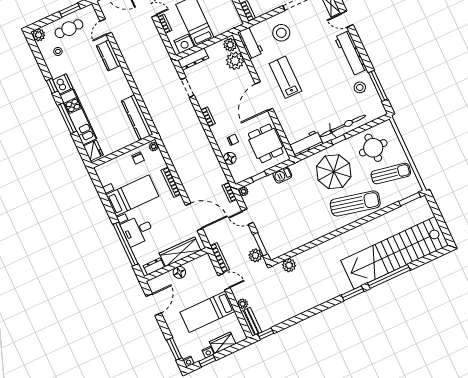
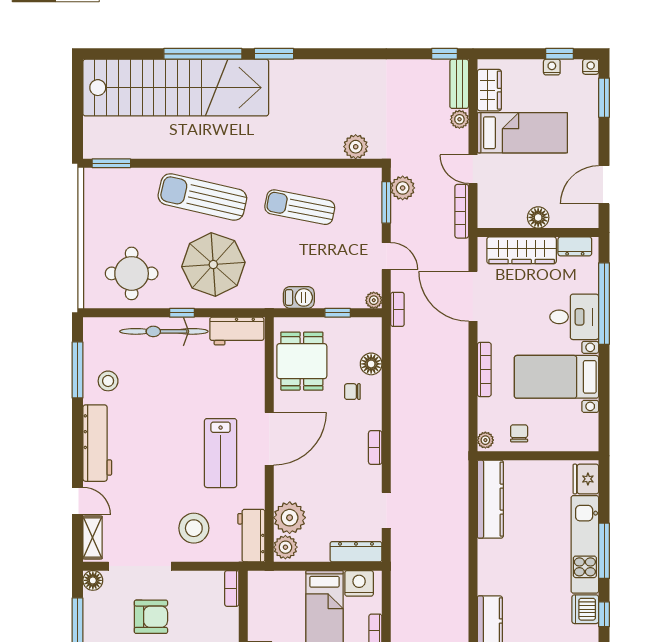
sun lounger: (391, 174) -> (300, 207), moved
wardrobe: (223, 343) -> (489, 90), moved, turned -90

